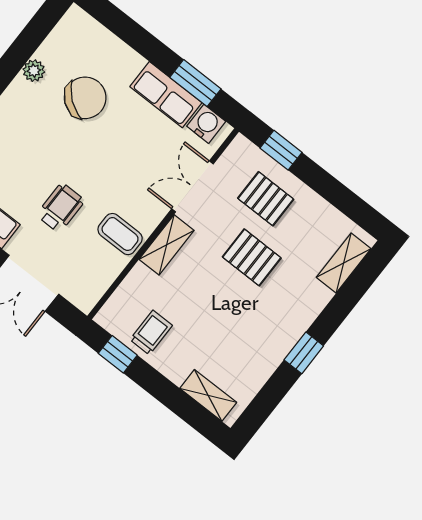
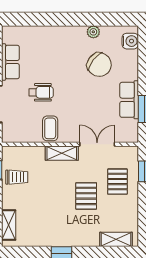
water cooler: (206, 124) -> (130, 41), moved

